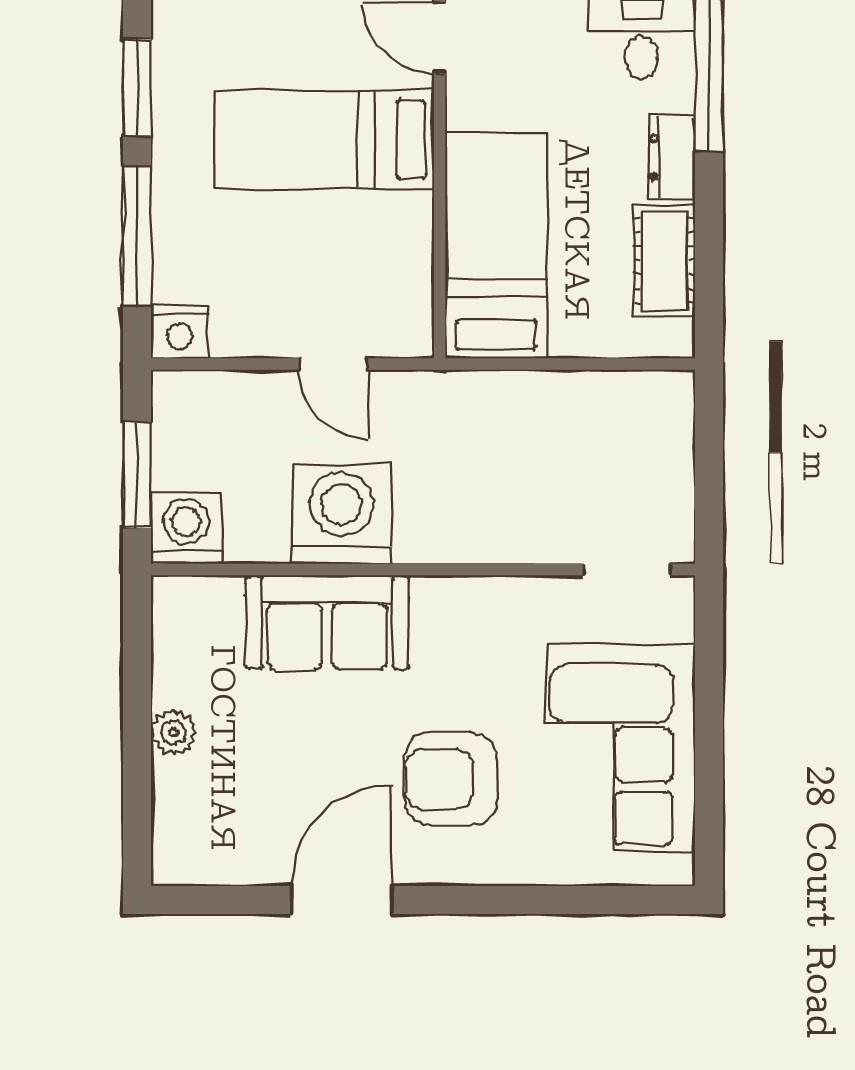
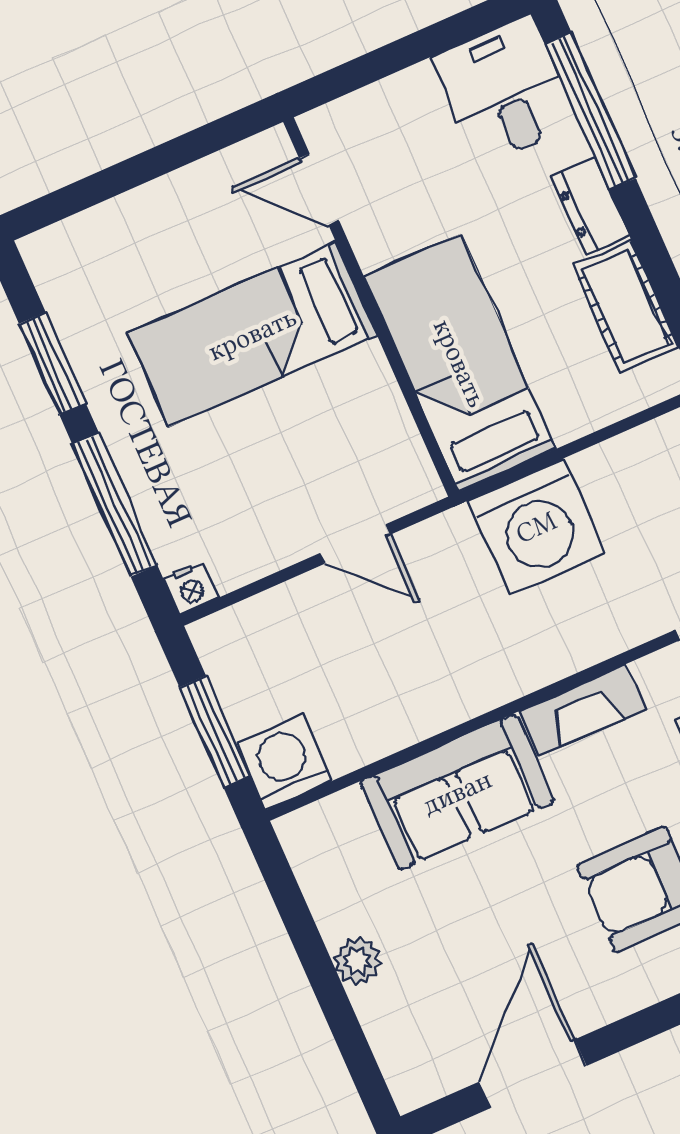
nightstand: (180, 332) -> (191, 588), width x0.72, depth x0.74
washing machine: (341, 514) -> (536, 527), moved, turned 180
fireplace: (469, 599) -> (582, 710), added
door: (342, 900) -> (533, 1074), moved

